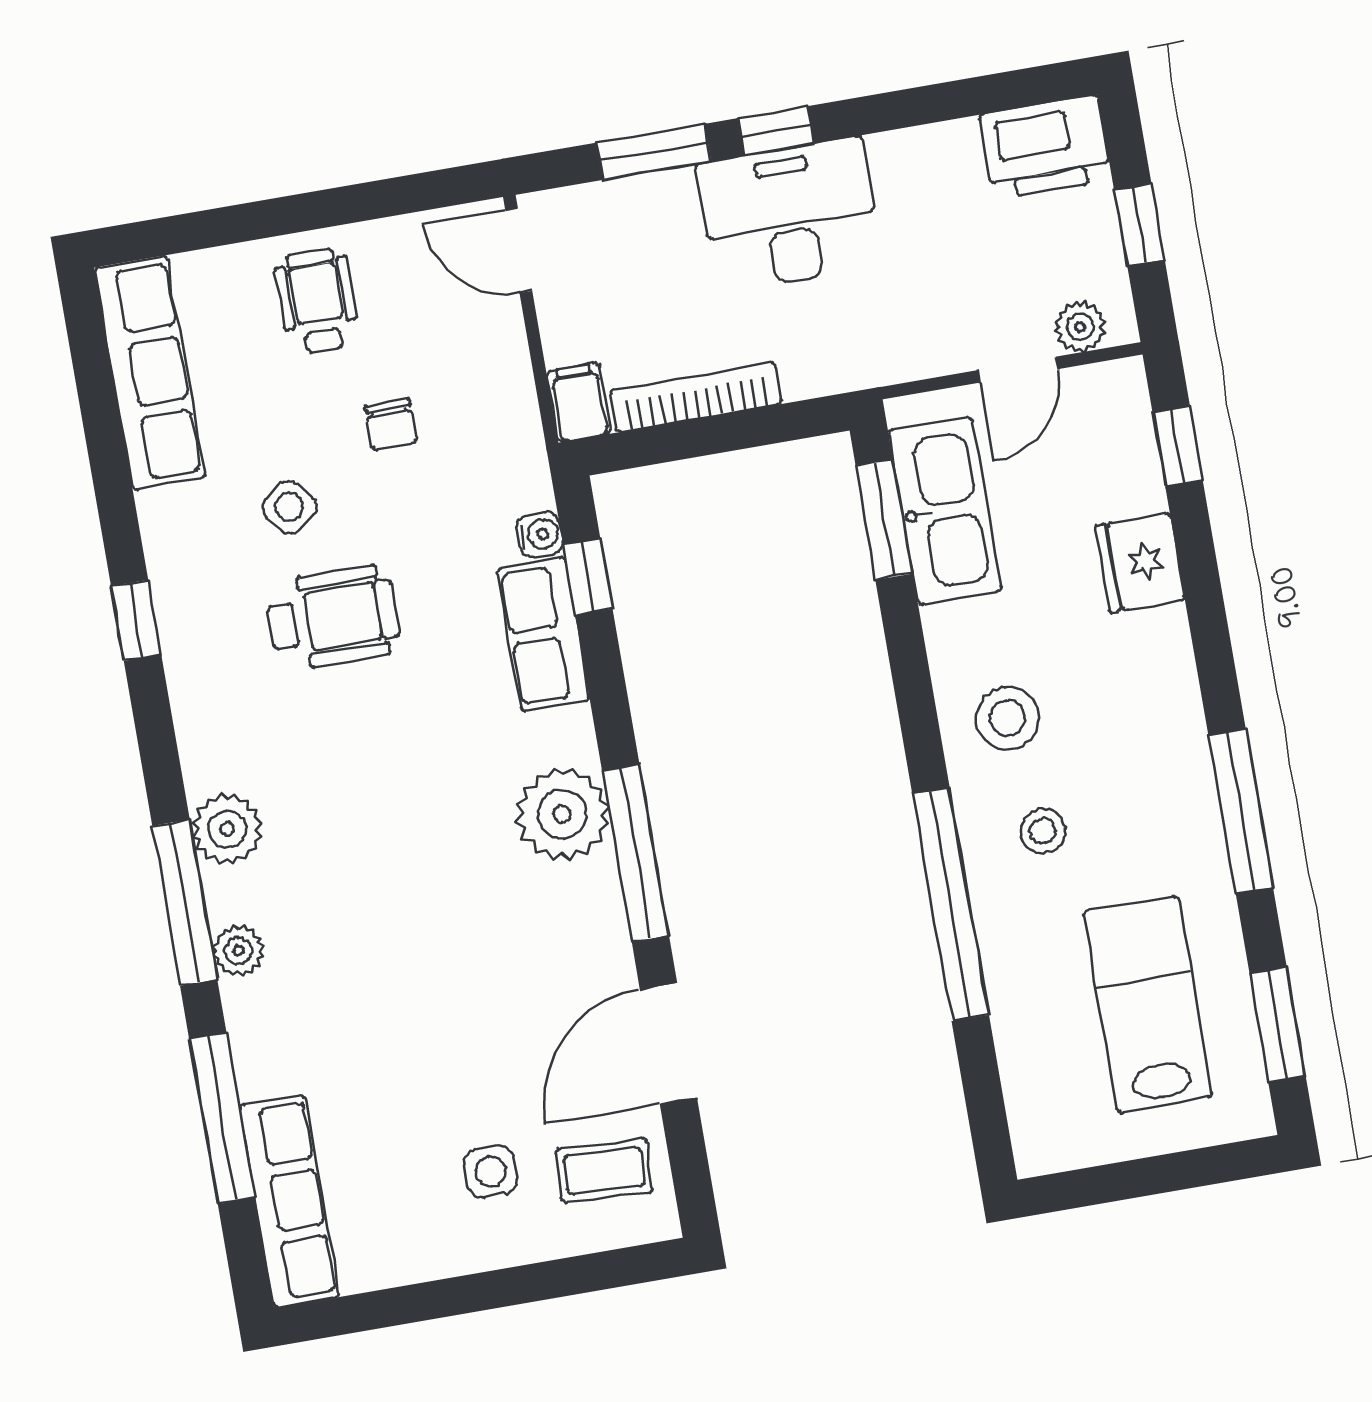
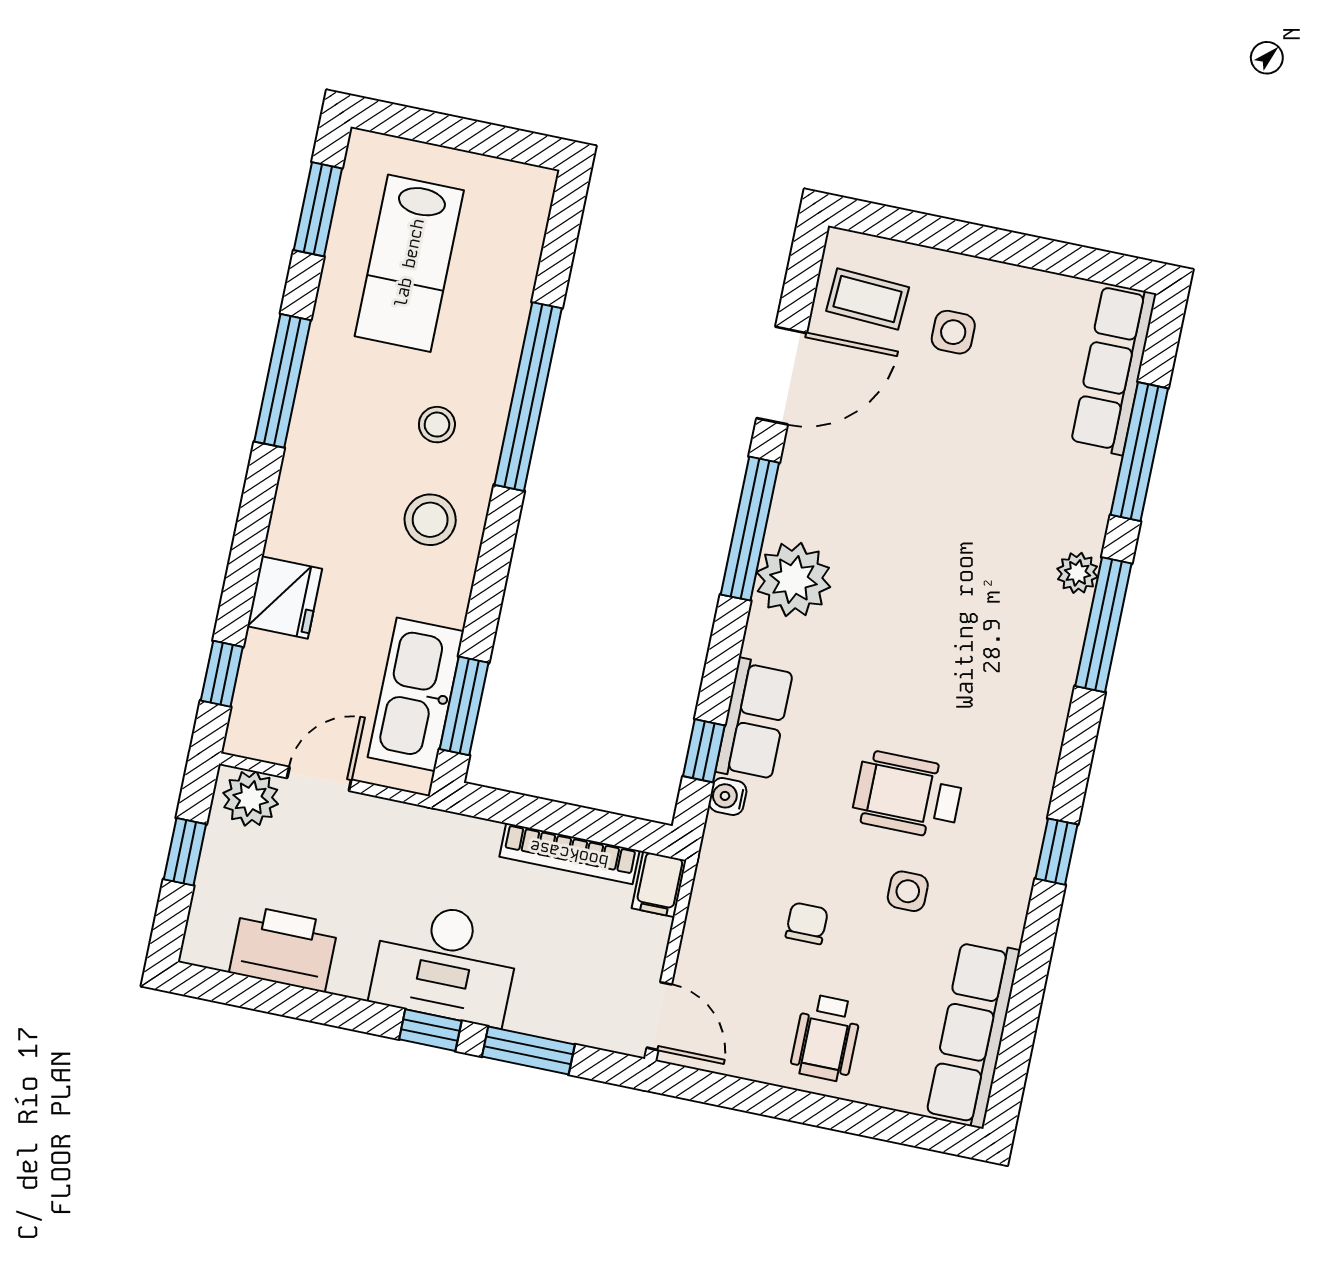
printer: (1045, 147) -> (284, 948), moved
plant: (1080, 327) -> (251, 798), width x1.38, depth x1.38
side table: (289, 507) -> (908, 891), turned 37
plant: (227, 829) -> (1050, 667), removed

